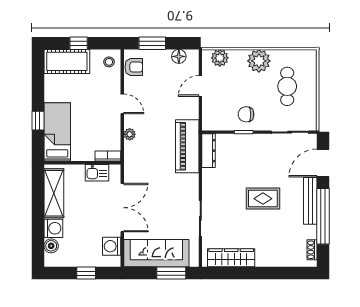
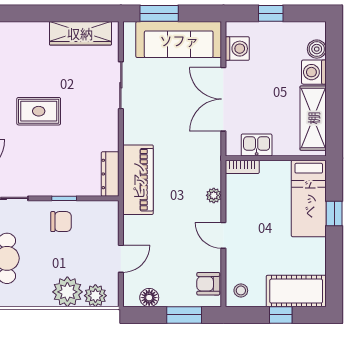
plant: (259, 61) -> (67, 292), moved

